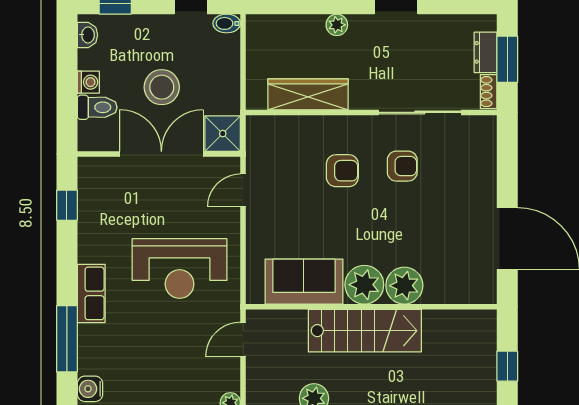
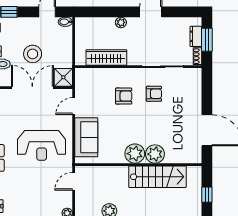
sofa: (304, 282) -> (86, 137), moved, turned 90
stairs: (365, 331) -> (157, 177), moved

